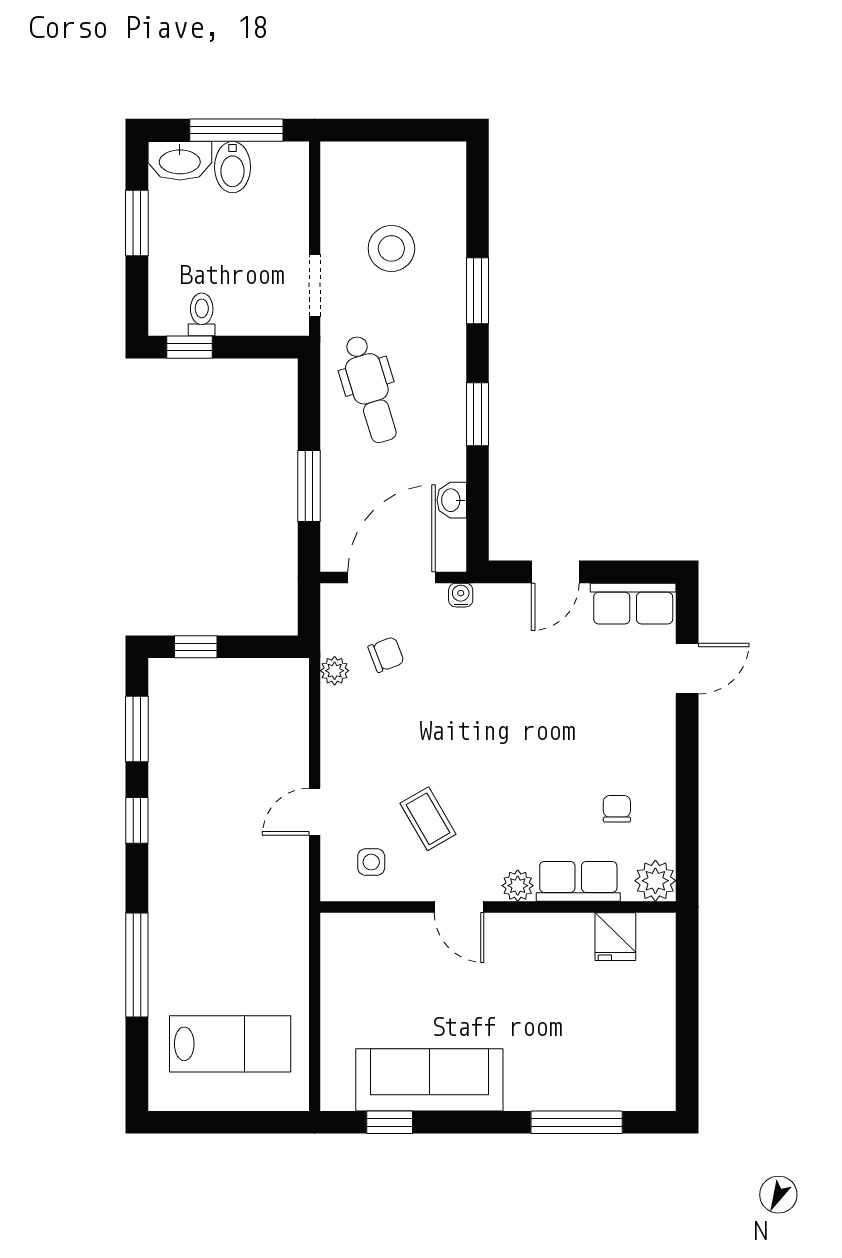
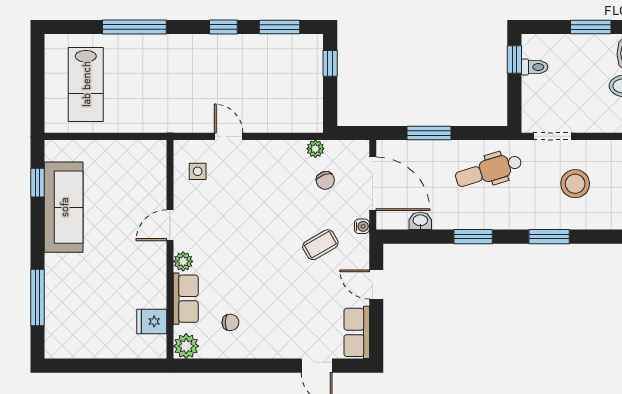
coffee table: (428, 819) -> (320, 245), moved

